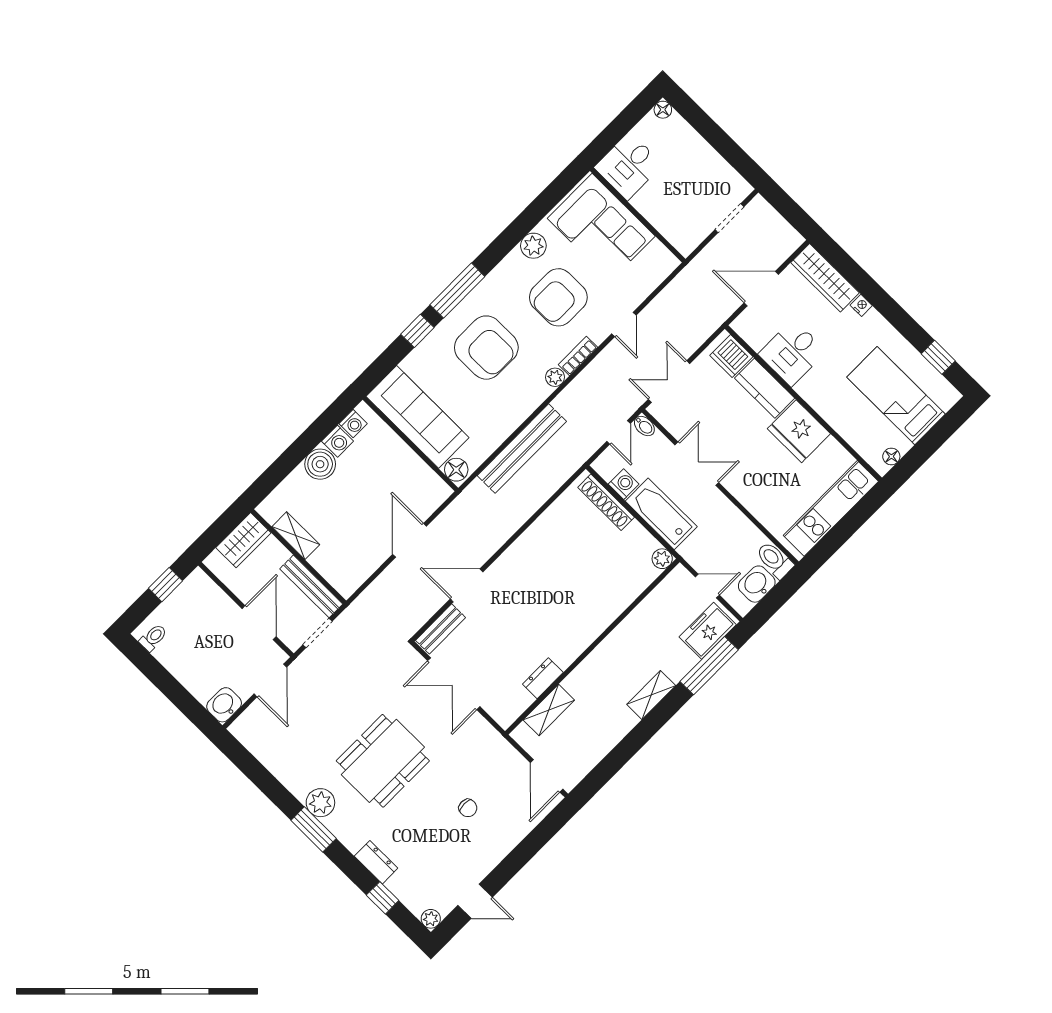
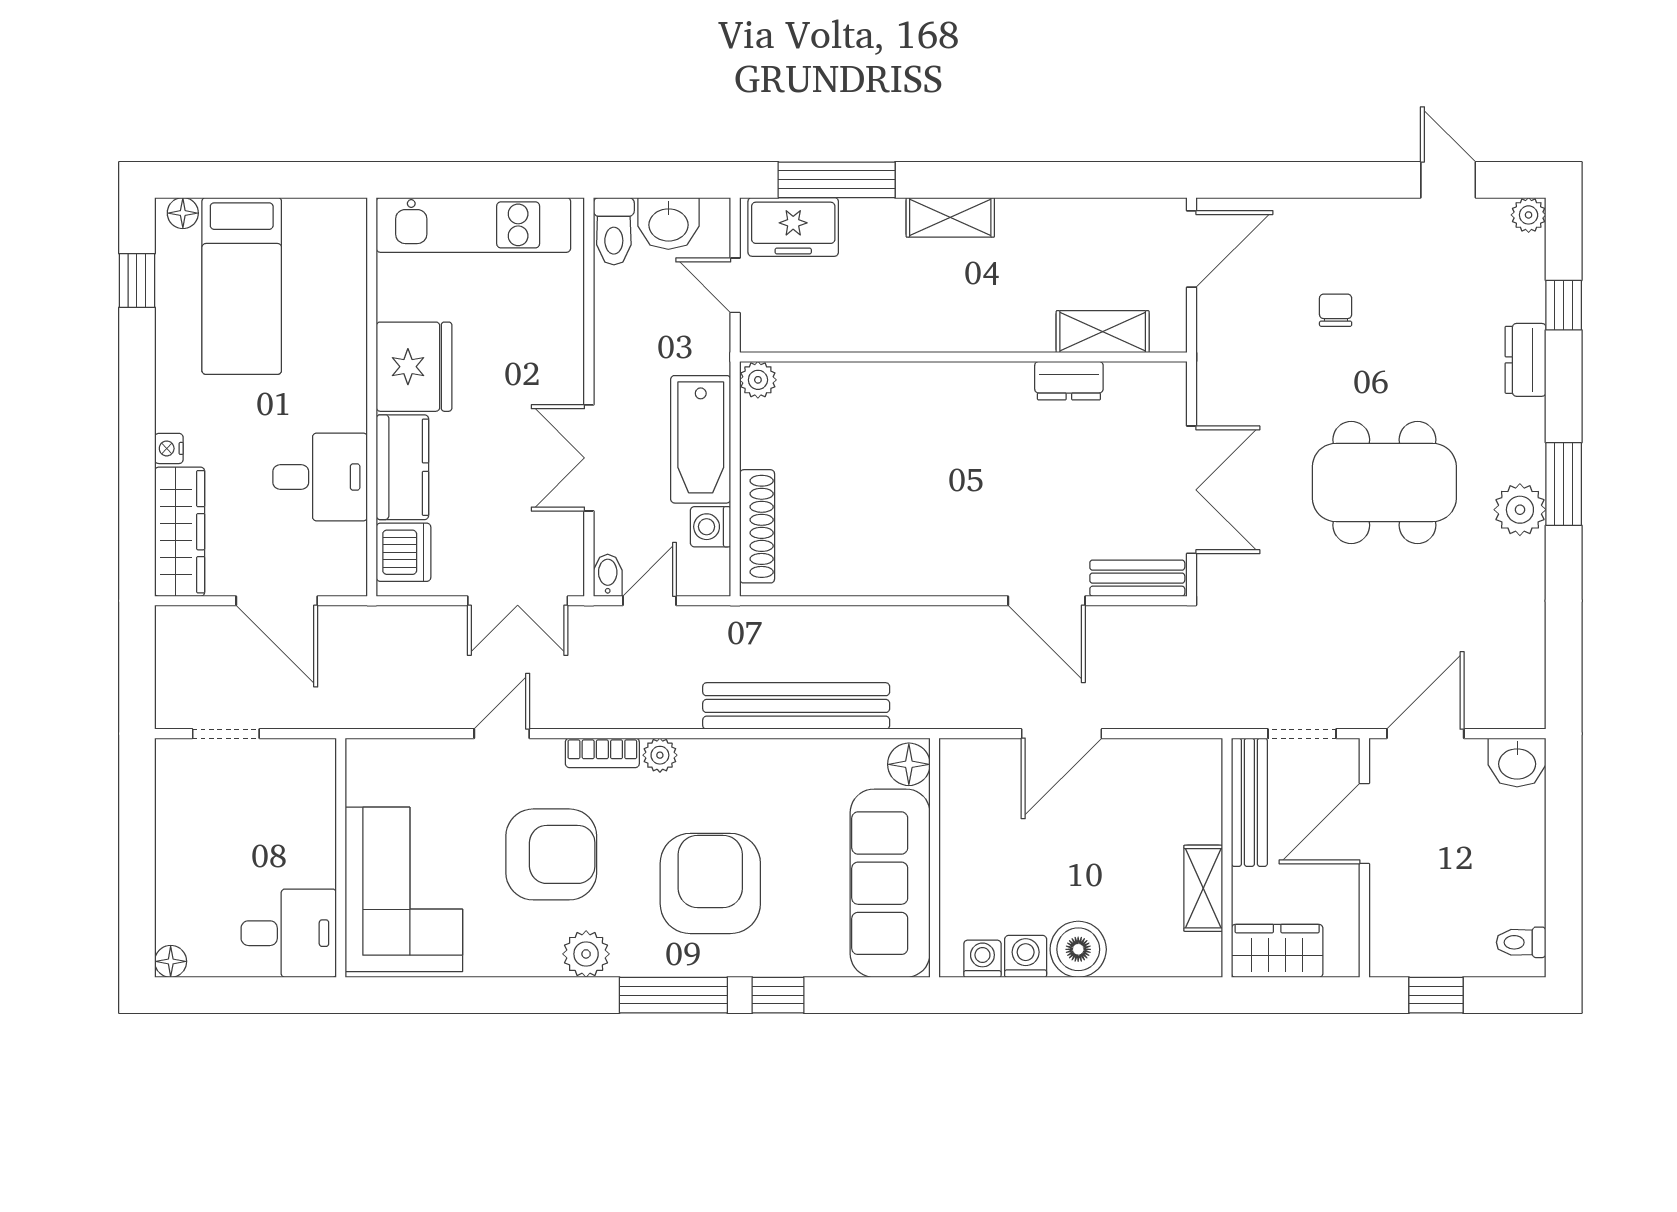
plant: (533, 246) -> (586, 954), moved
floor lamp: (891, 457) -> (183, 213), moved

